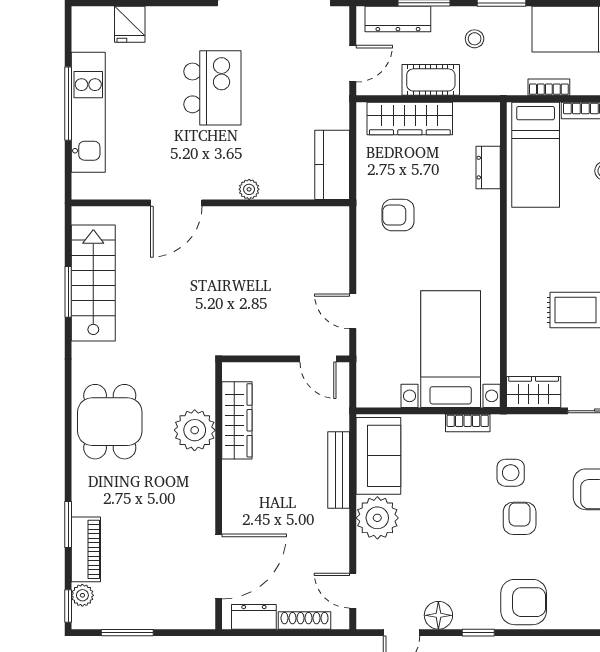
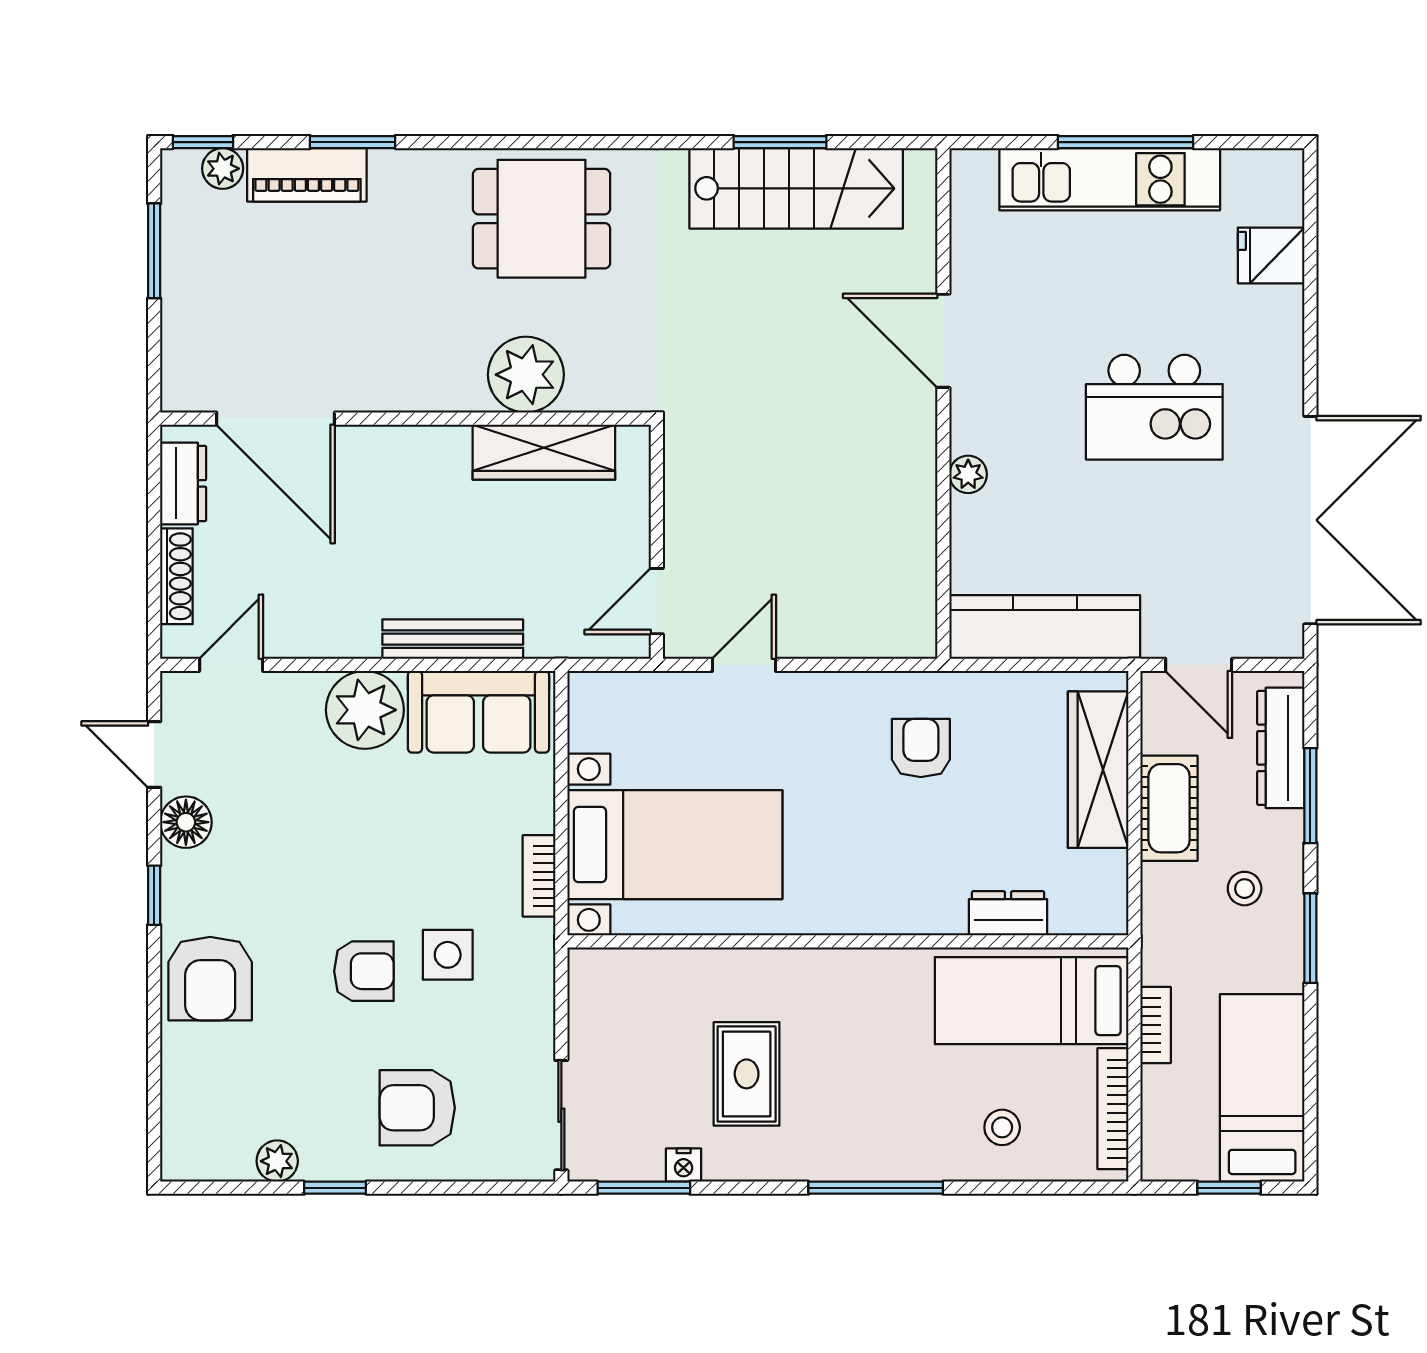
kitchen counter: (332, 165) -> (1045, 627), width x1.50
wardrobe: (534, 392) -> (596, 997), removed

